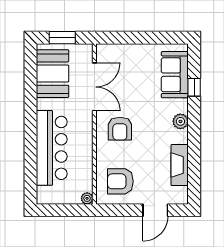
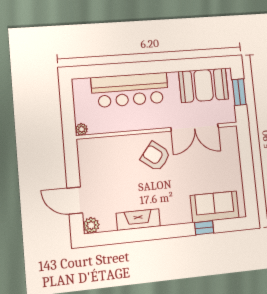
plant: (180, 121) -> (91, 225), moved
armchair: (120, 129) -> (156, 156), turned 38
fireplace: (180, 165) -> (138, 220), moved
armchair: (120, 181) -> (102, 162), removed

